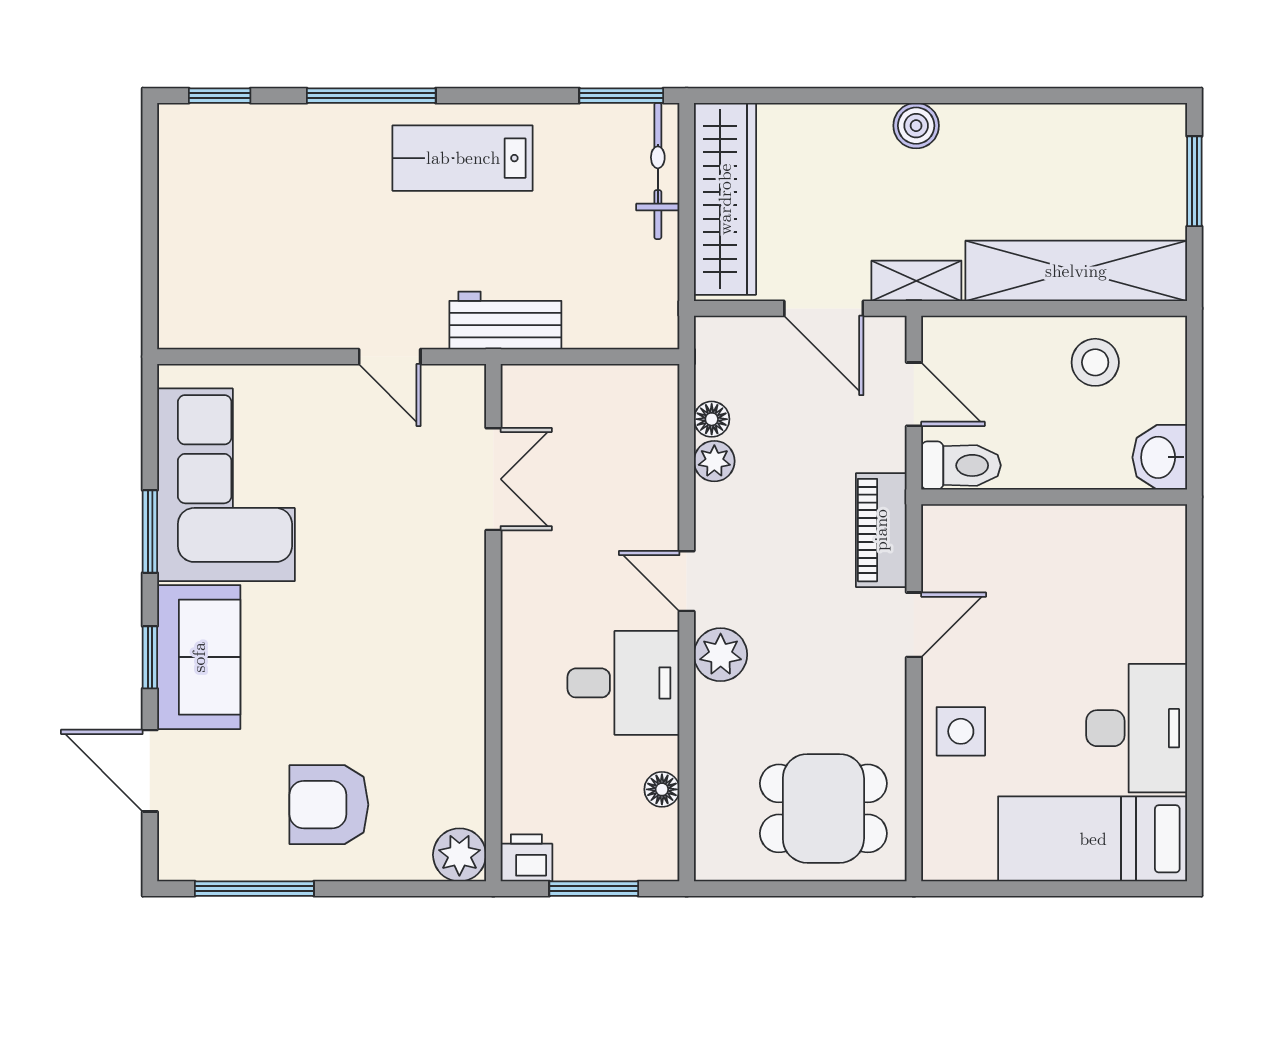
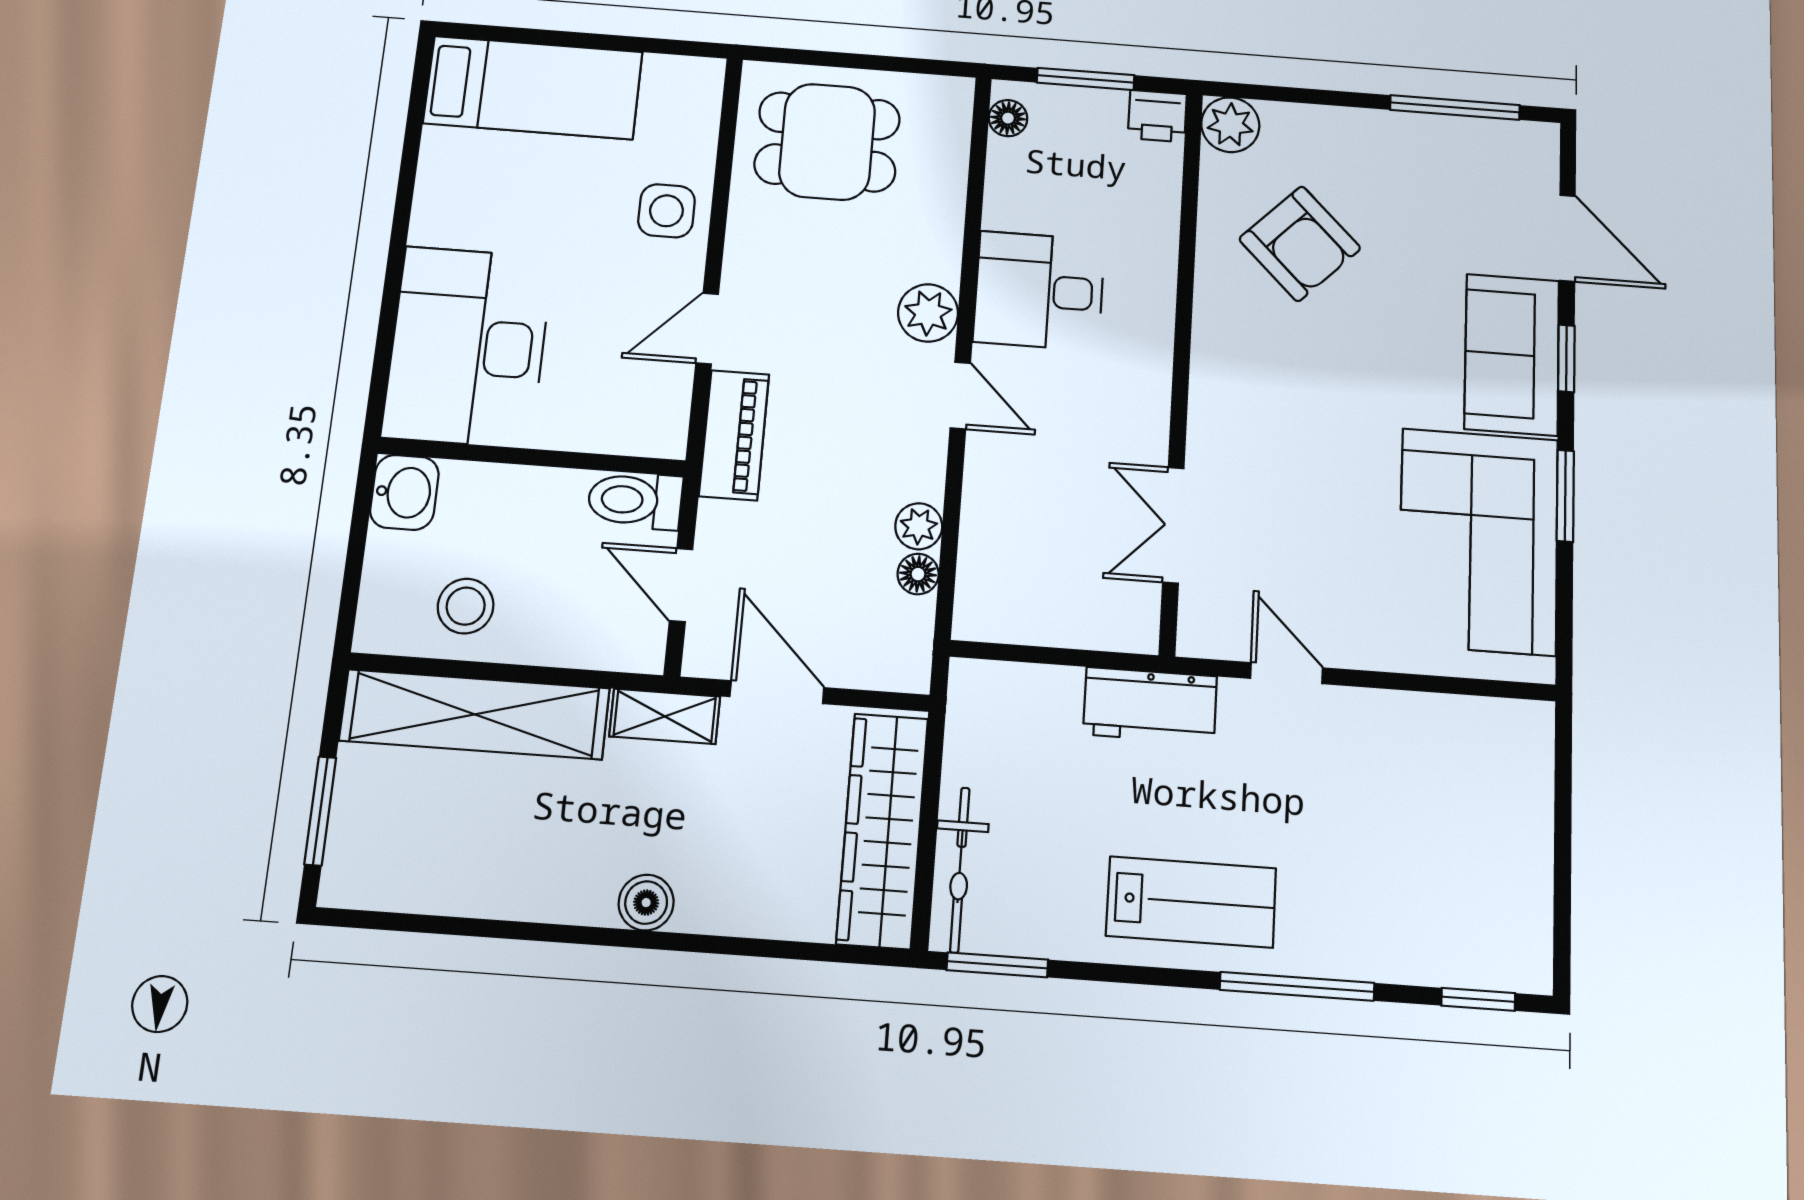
desk: (1137, 728) -> (468, 347), moved, width x1.36, depth x1.30
floor lamp: (662, 789) -> (1008, 118), moved
armchair: (329, 805) -> (1300, 244), moved, turned 45

